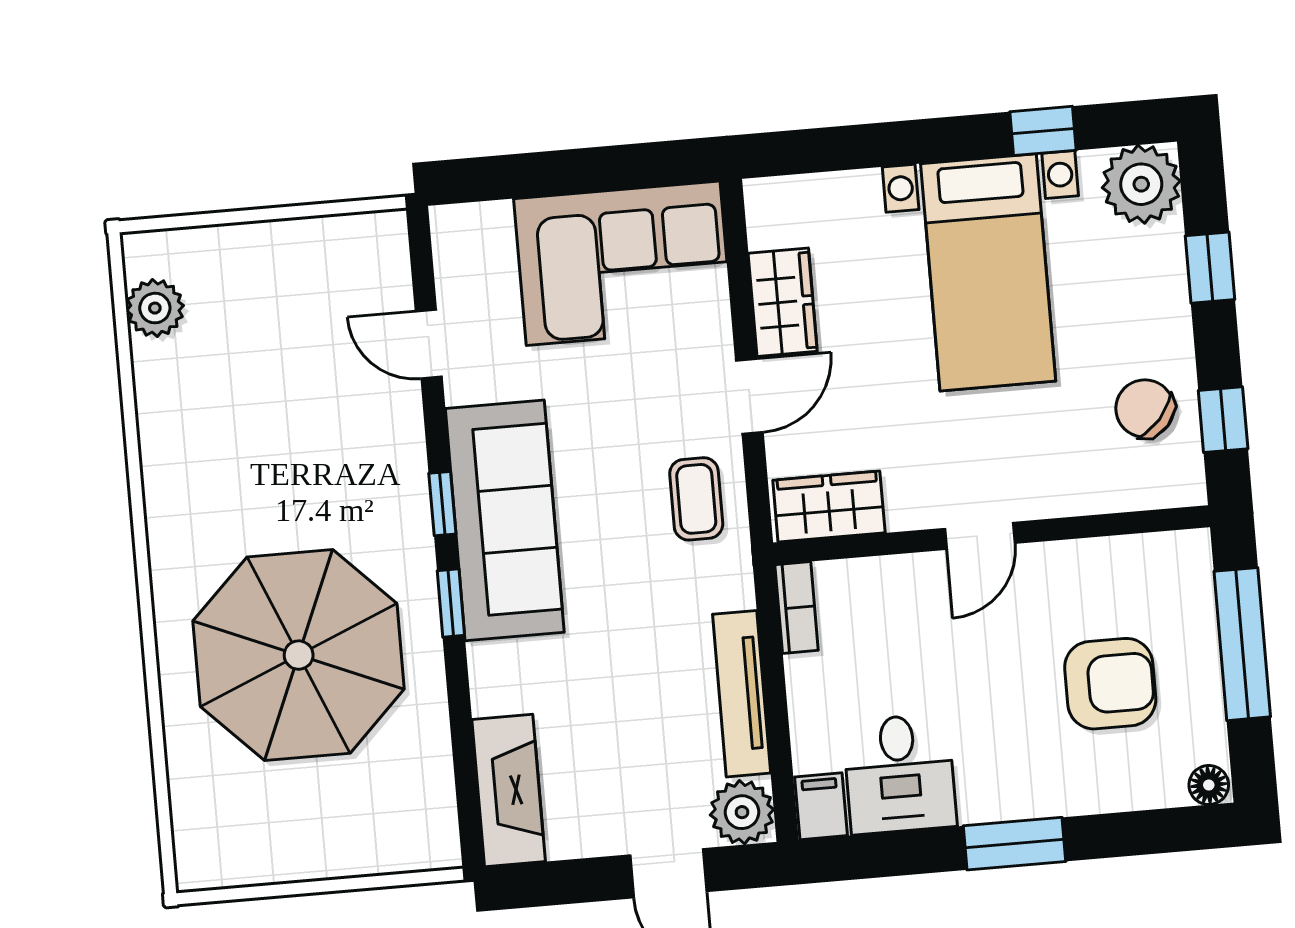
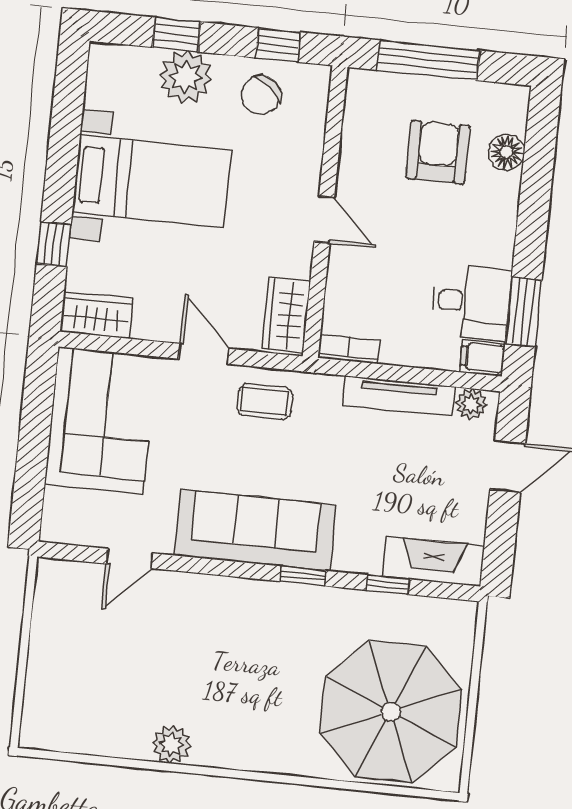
window: (1043, 131) -> (54, 244), moved
plant: (1141, 184) -> (186, 77), moved
wardrobe: (783, 302) -> (96, 315), moved
plant: (155, 308) -> (171, 744), moved
window: (442, 504) -> (388, 585), moved
parasol: (299, 655) -> (391, 712), moved
floor lamp: (1209, 785) -> (507, 152), moved, width x1.37, depth x1.37
plant: (742, 812) -> (471, 404), width x0.73, depth x0.73
window: (1015, 844) -> (523, 312), moved

